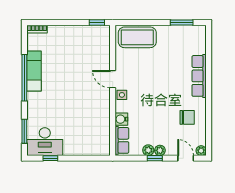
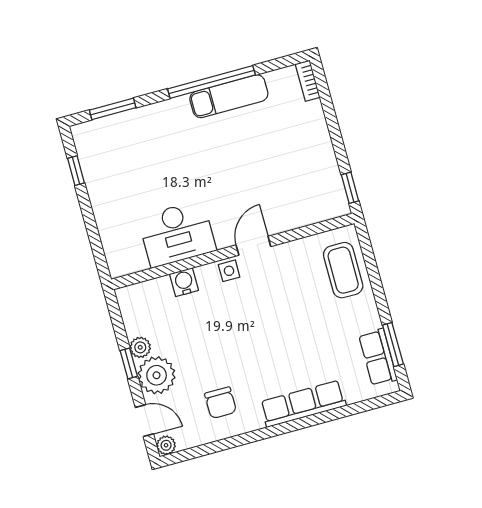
coffee table: (137, 37) -> (343, 270), width x0.73, depth x0.76
row of seats: (122, 140) -> (378, 357), moved, turned 90
desk: (45, 142) -> (177, 234), moved, turned -90
plant: (160, 150) -> (157, 375), width x1.88, depth x1.88
door: (186, 158) -> (144, 421), hinge flipped

